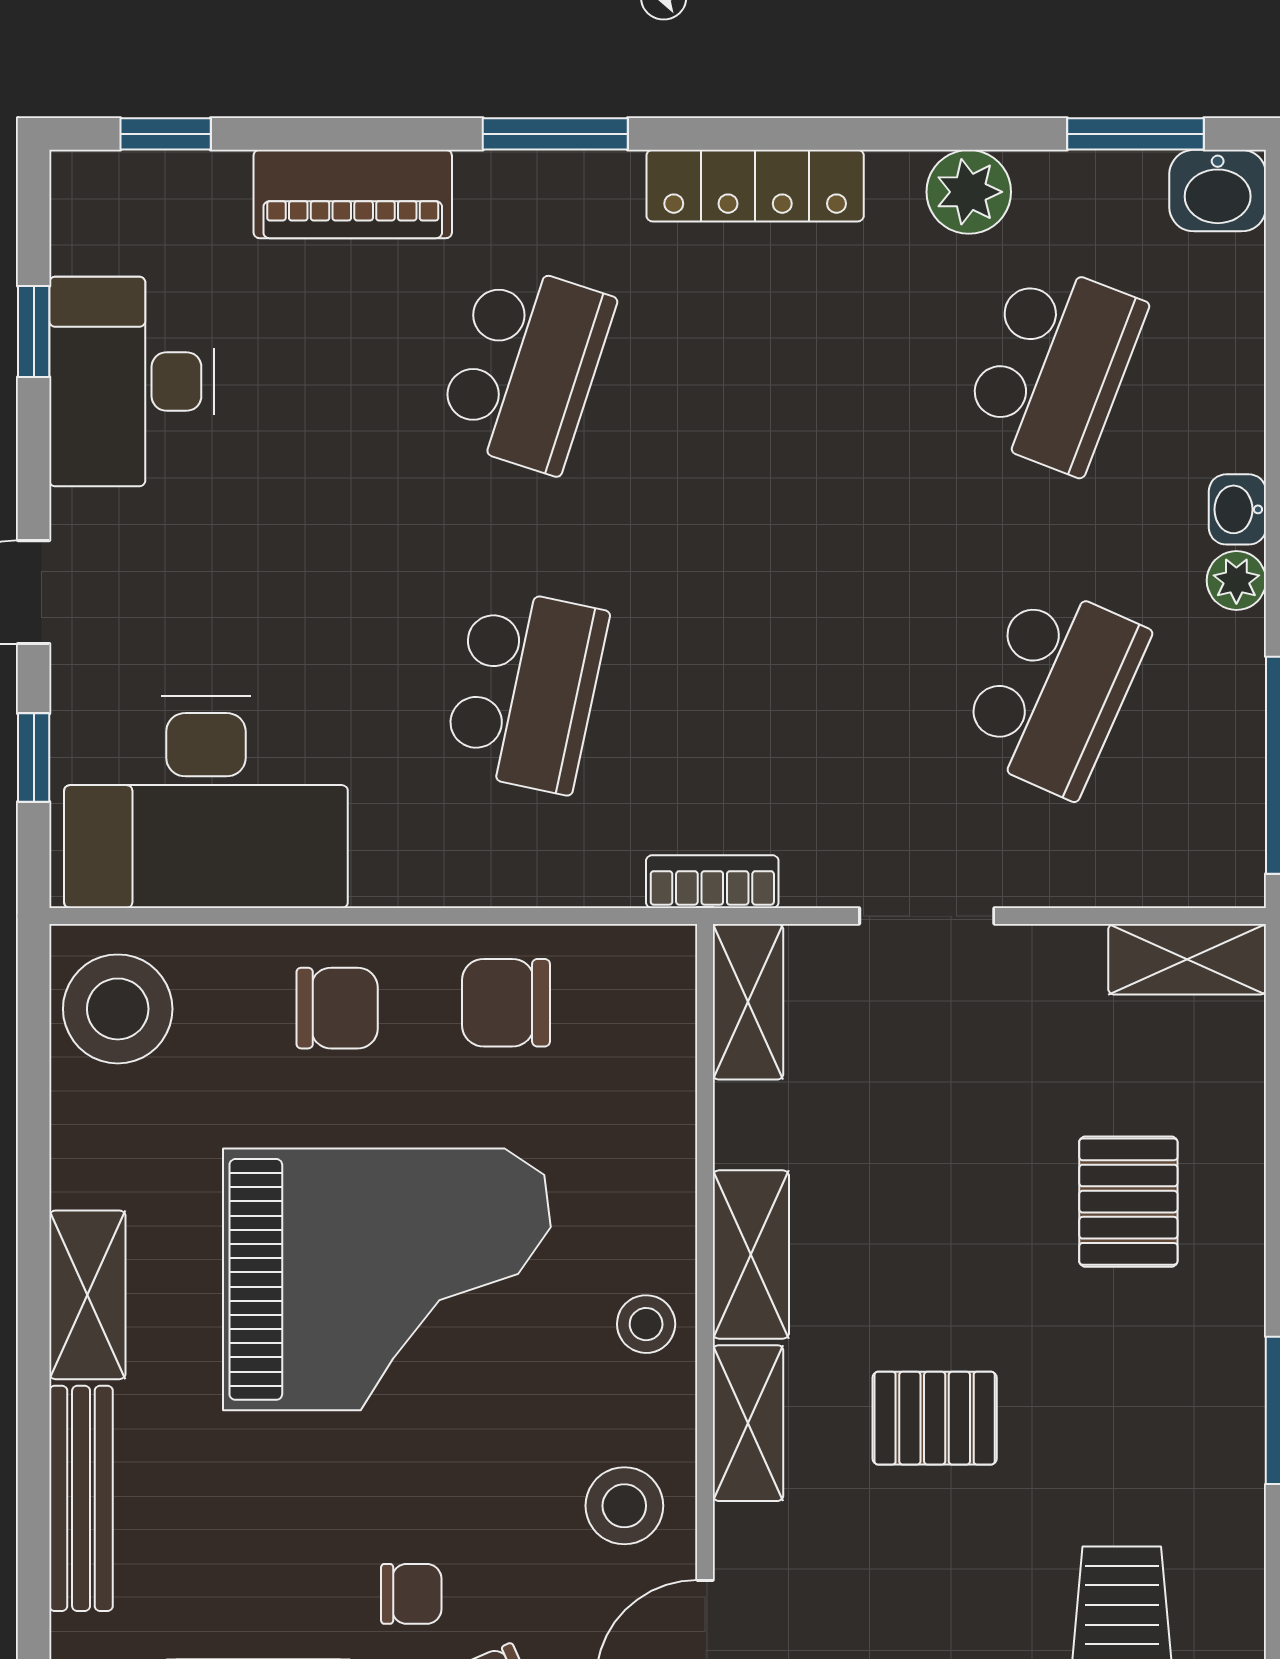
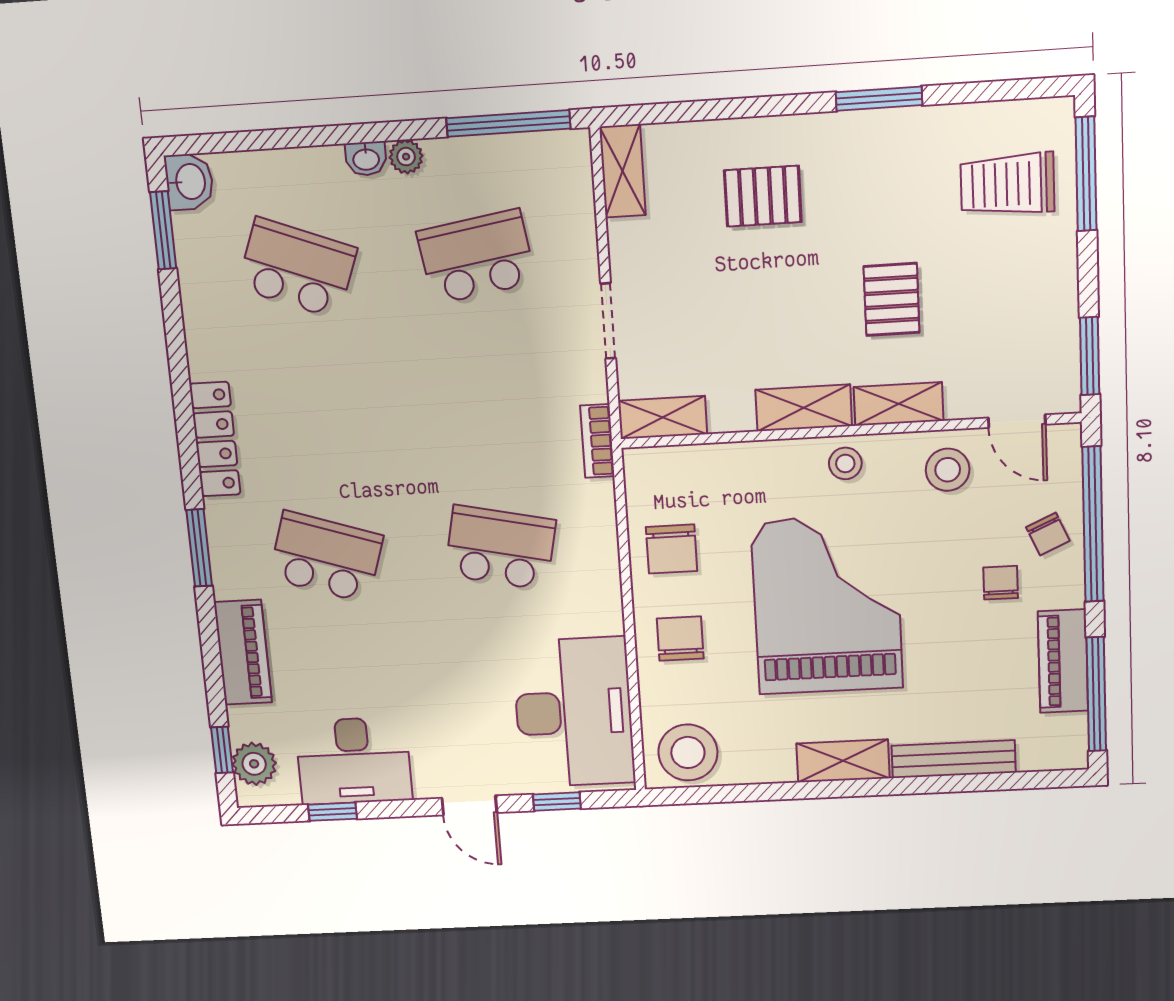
plant: (969, 192) -> (254, 764), moved
school desk: (1054, 690) -> (476, 257), turned -33

